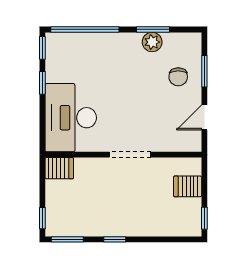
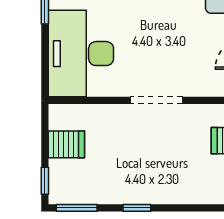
server rack: (59, 168) -> (66, 144), moved

